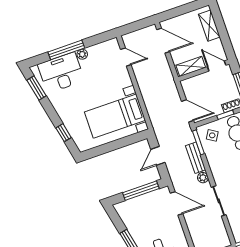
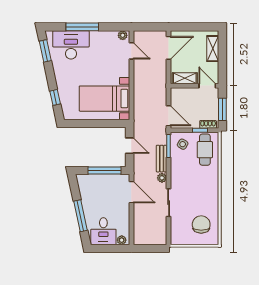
door: (163, 41) -> (169, 48), hinge flipped
plant: (82, 54) -> (123, 35), moved
door: (158, 156) -> (130, 146), swing flipped

